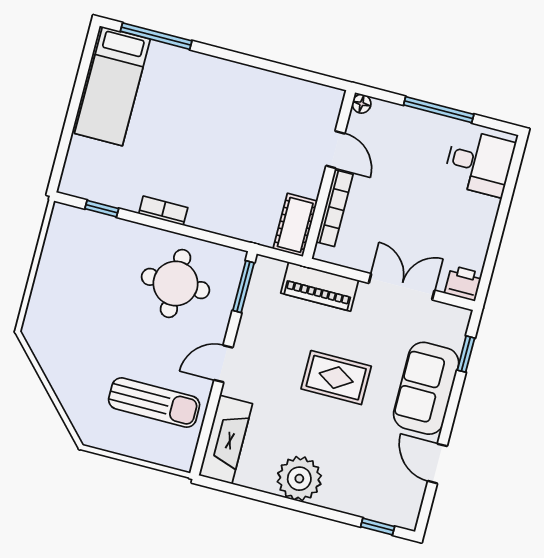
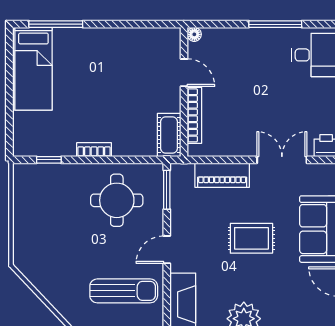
floor lamp: (362, 104) -> (194, 34), moved
door: (335, 150) -> (184, 73), moved
wall: (329, 174) -> (184, 92), moved
bookcase: (335, 208) -> (194, 115), moved
cot: (295, 225) -> (169, 135), moved

